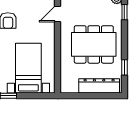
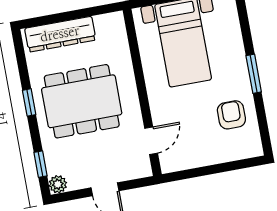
window: (124, 67) -> (29, 102), moved

